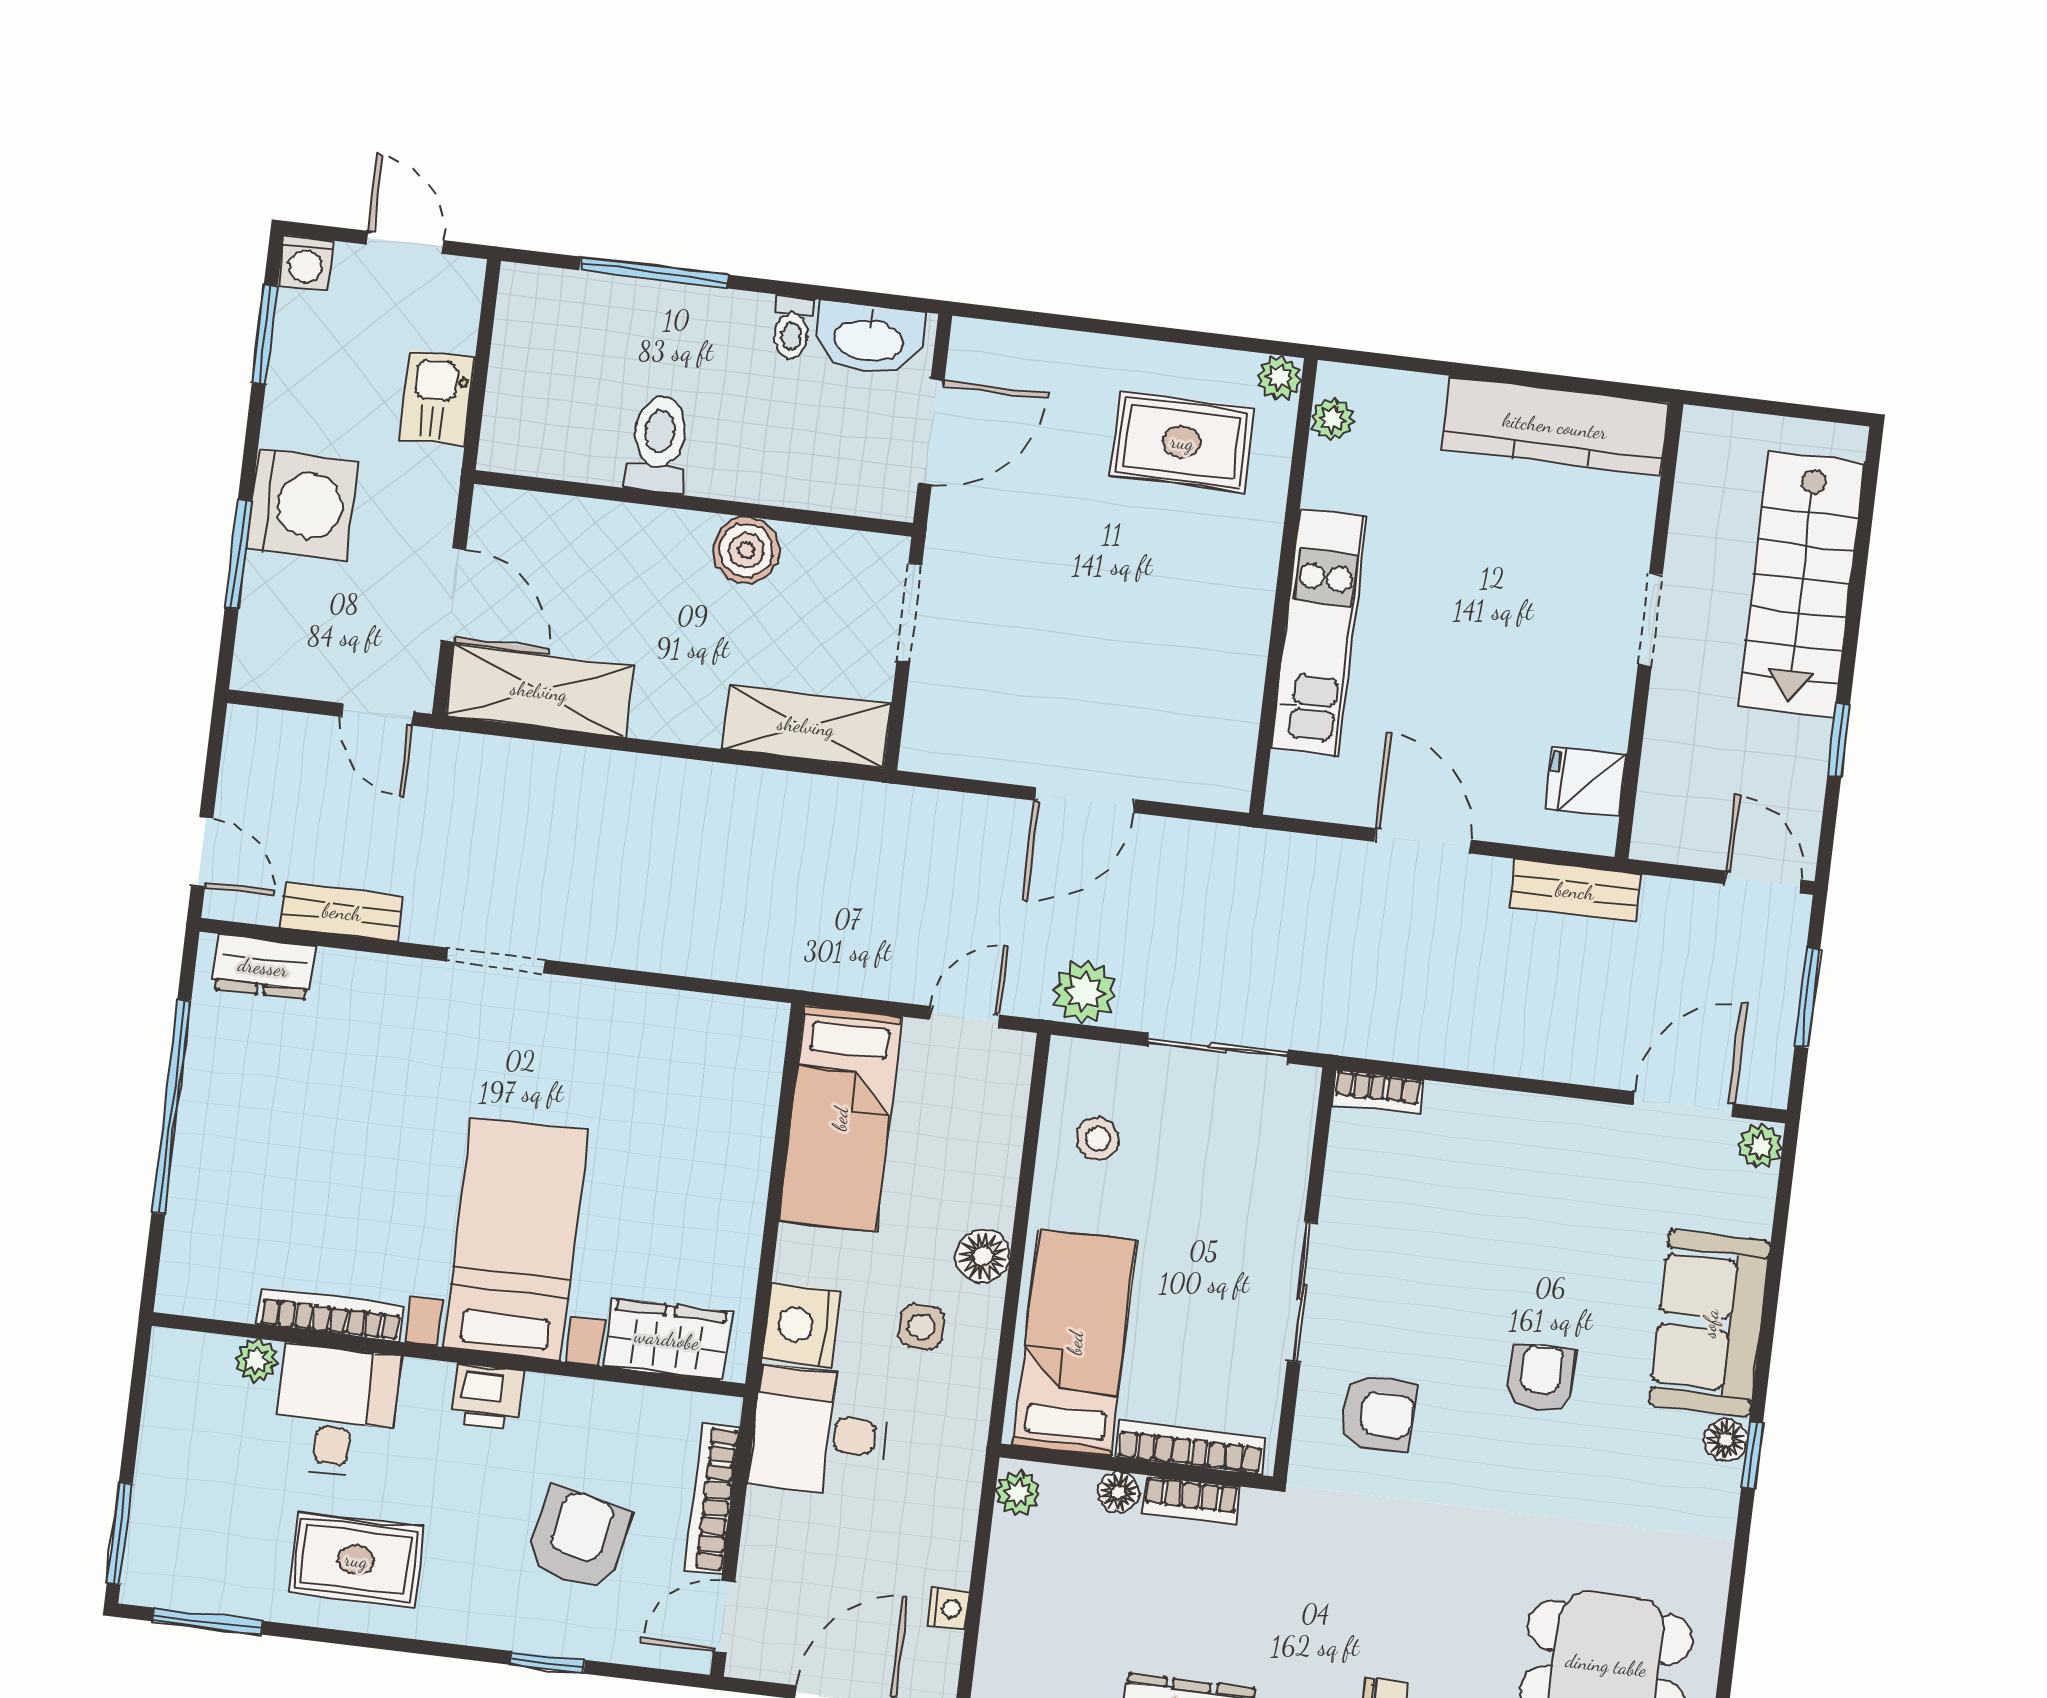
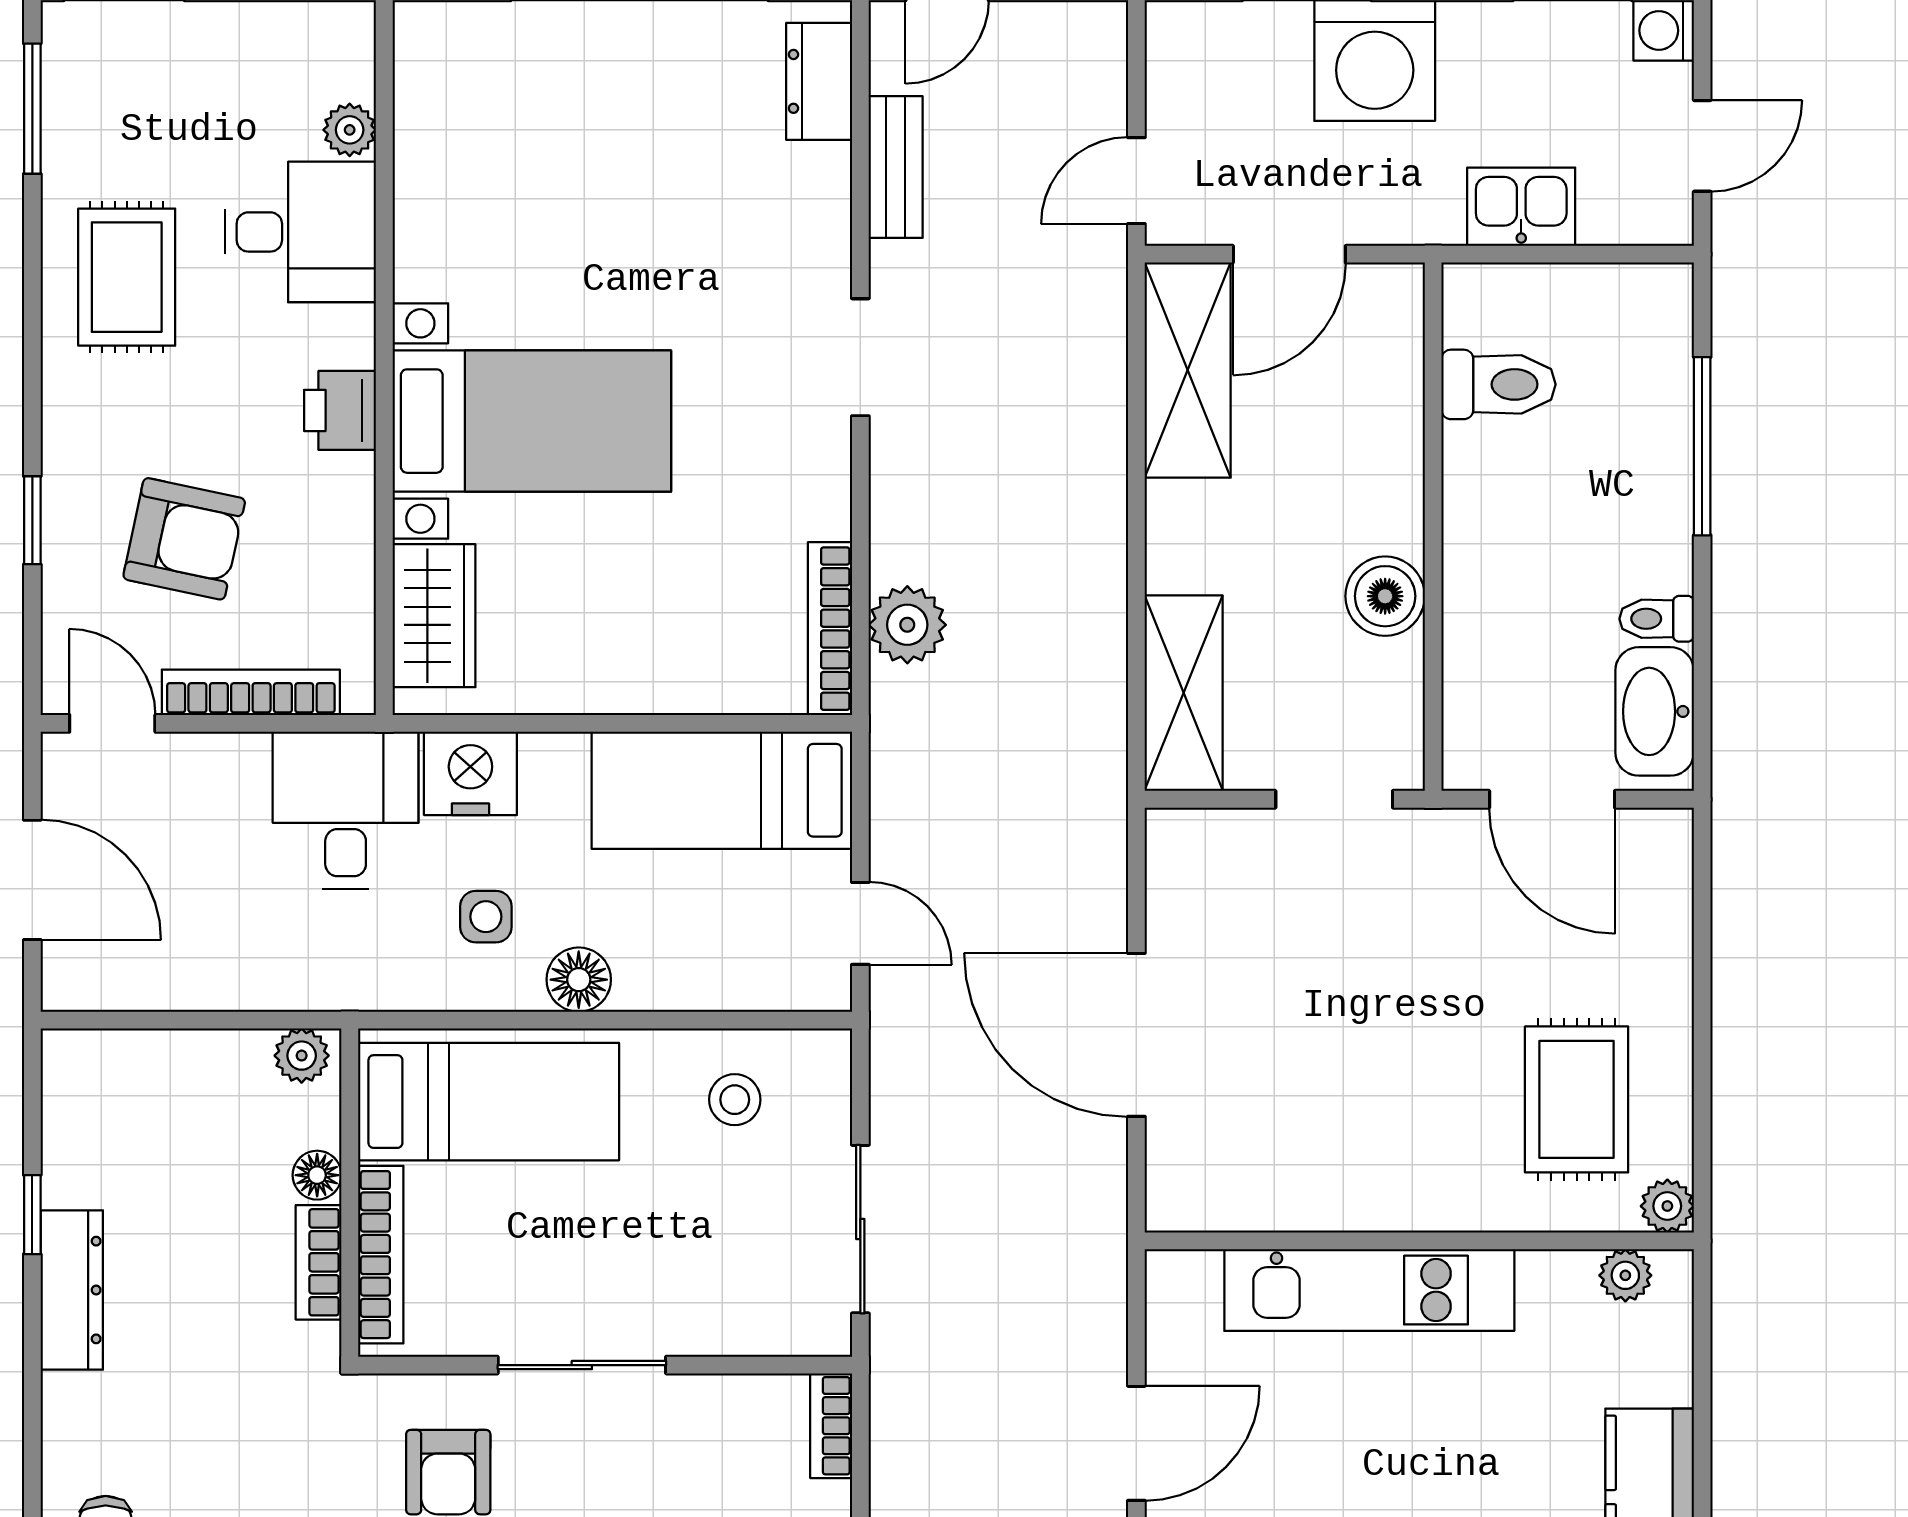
toilet: (659, 444) -> (1499, 384), moved
door: (1084, 800) -> (1136, 1035), width x1.36
plant: (1084, 992) -> (907, 625), moved
bookcase: (330, 1315) -> (830, 629), moved, turned 180
nightstand: (948, 1609) -> (154, 989), removed

